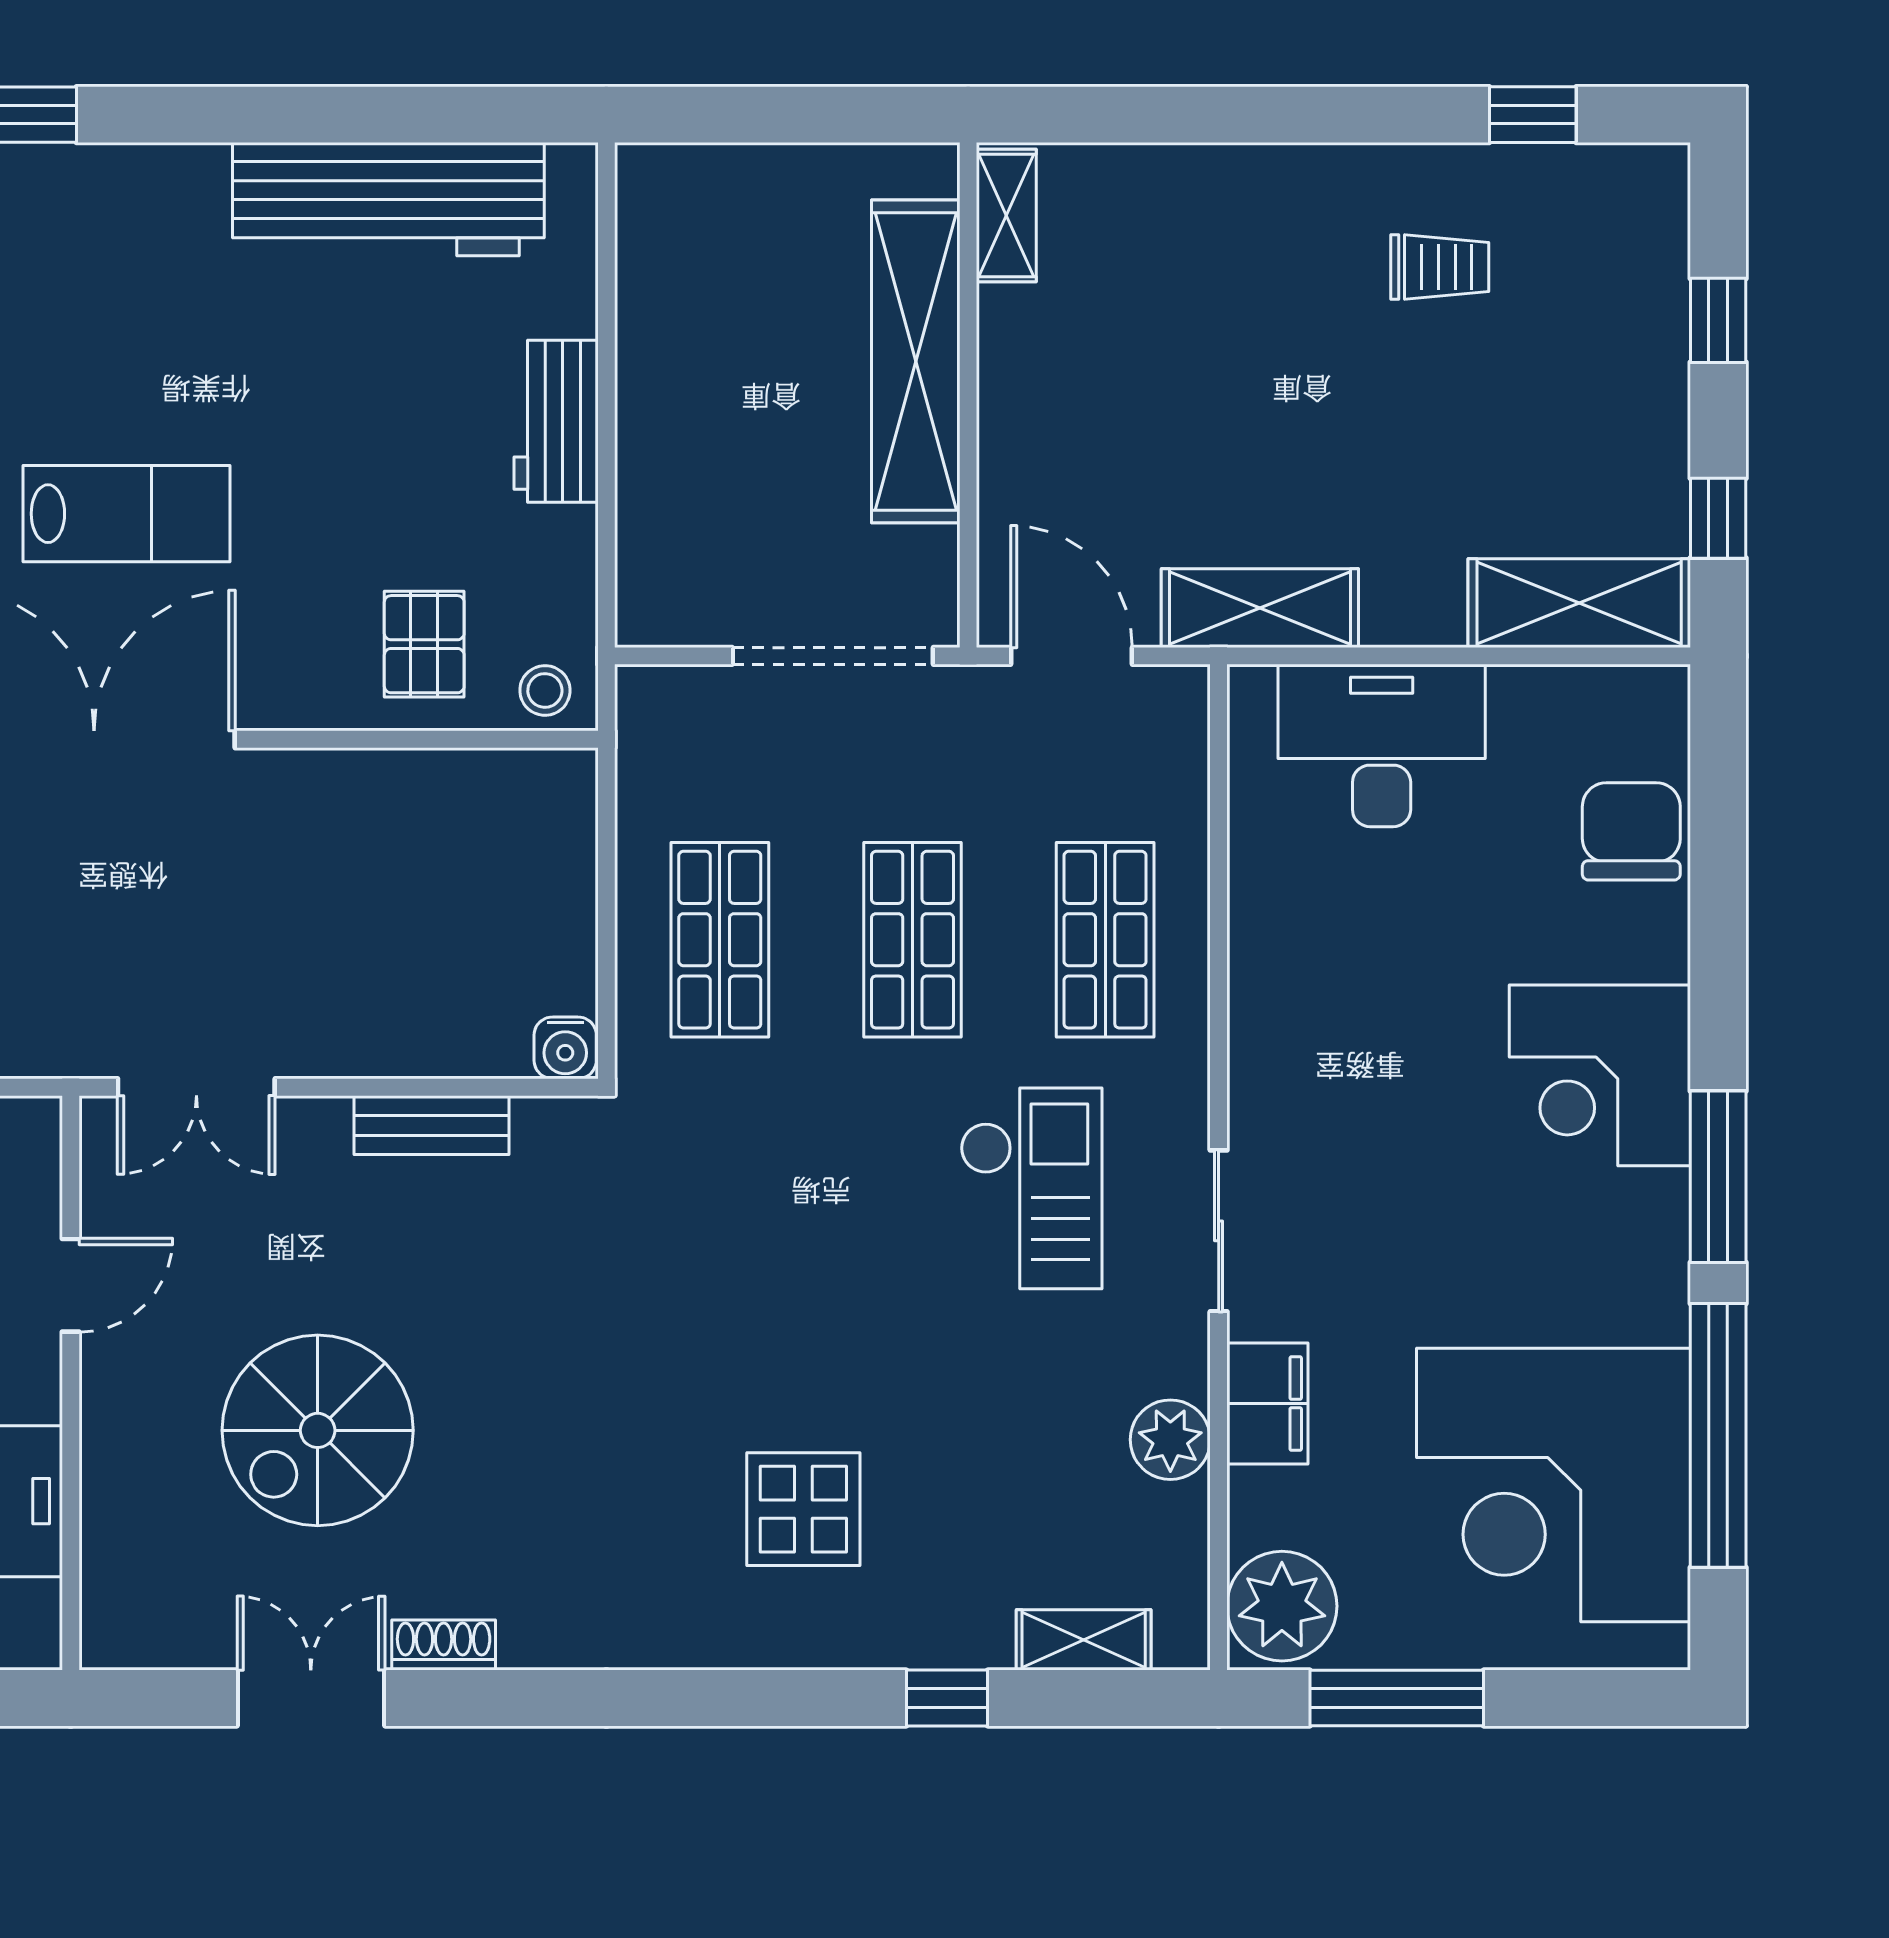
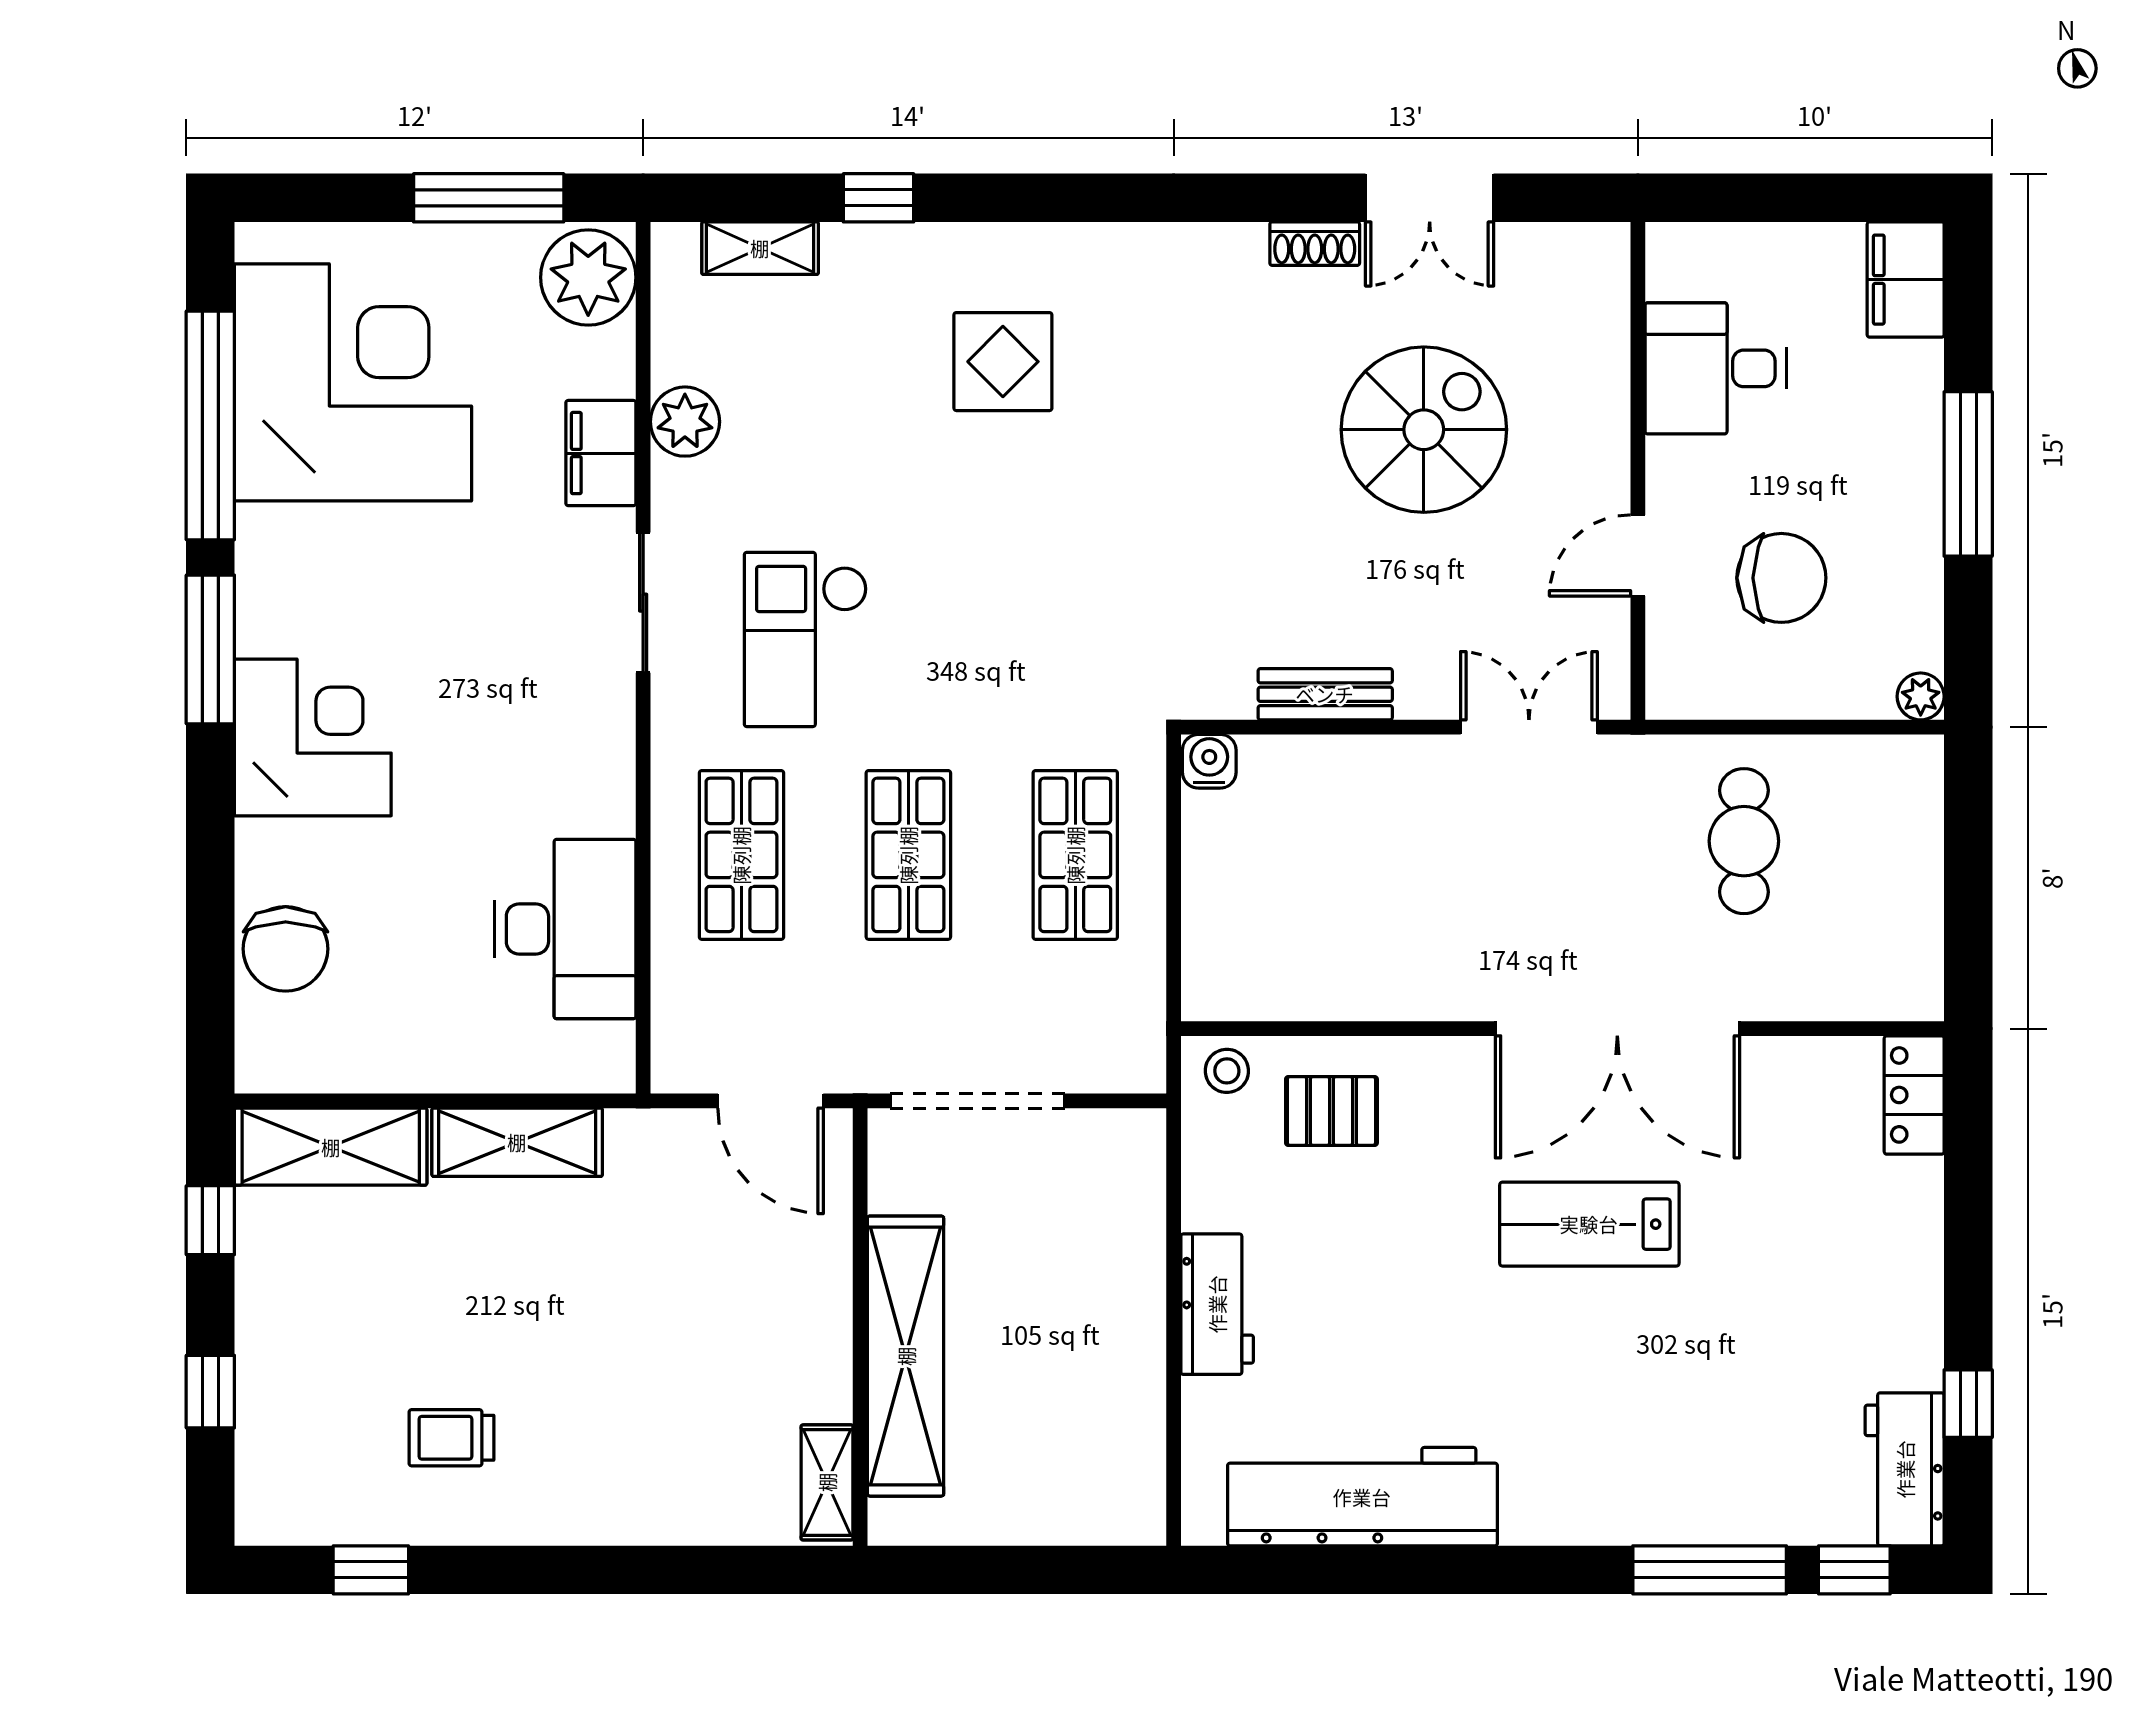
shelving: (1260, 608) -> (517, 1142), moved
pallet: (424, 644) -> (1331, 1111), turned 90
desk: (1382, 746) -> (565, 929), moved, turned -90

